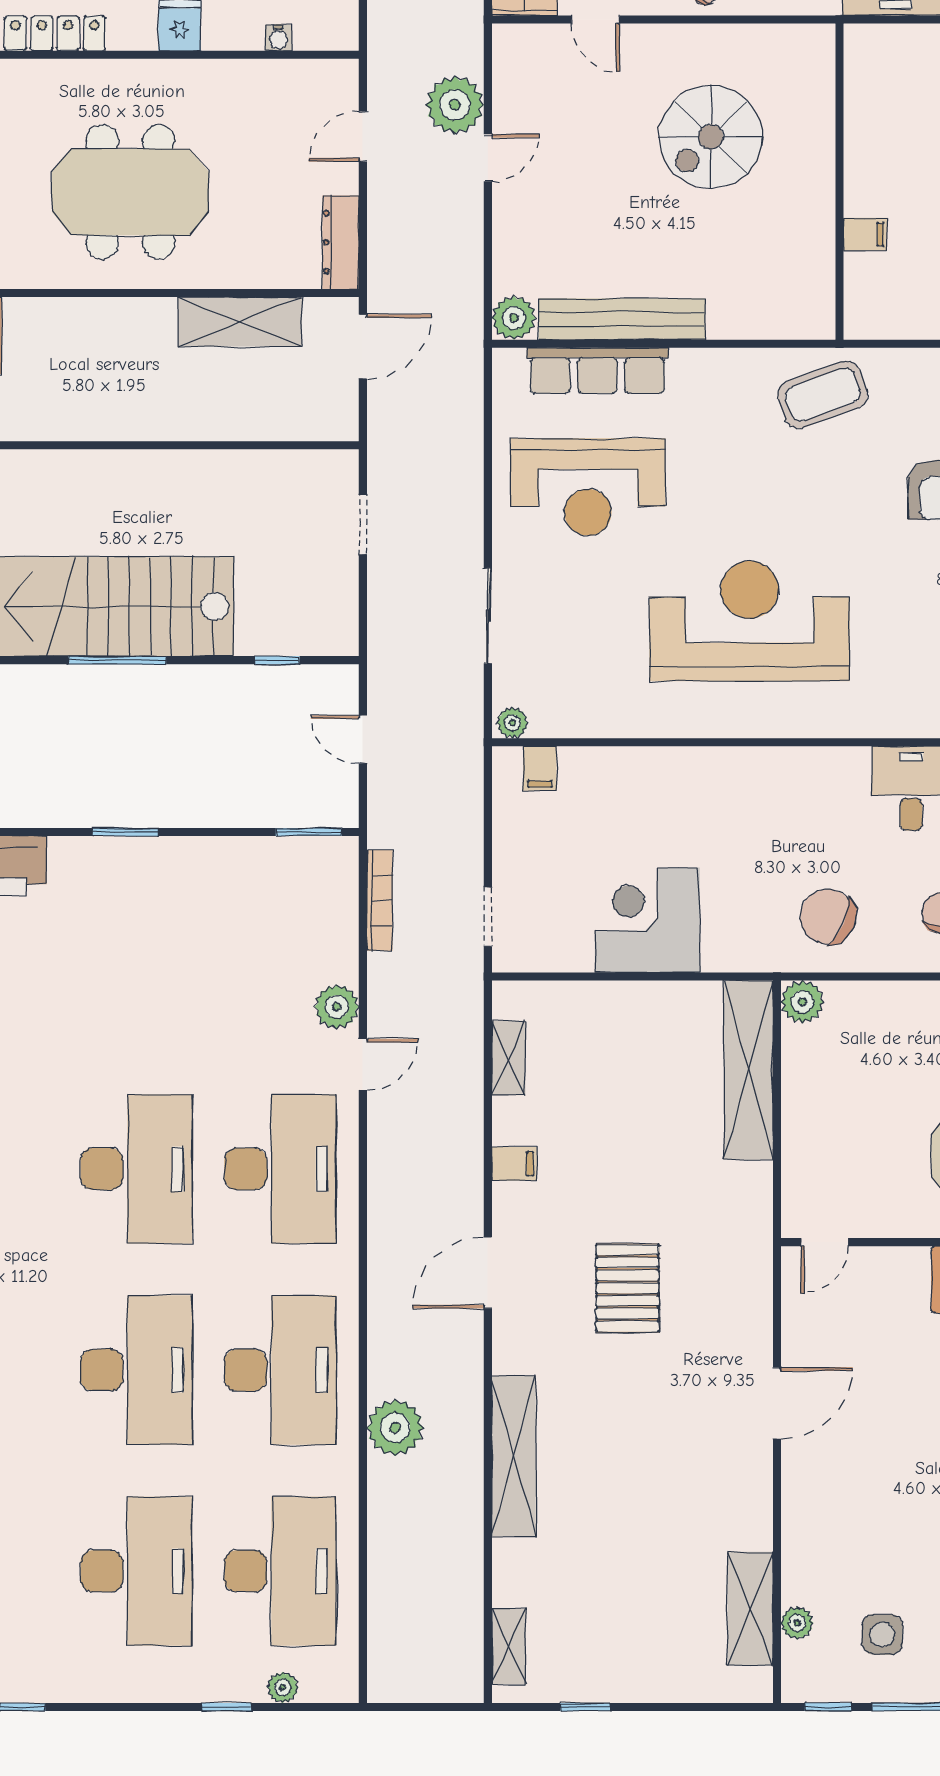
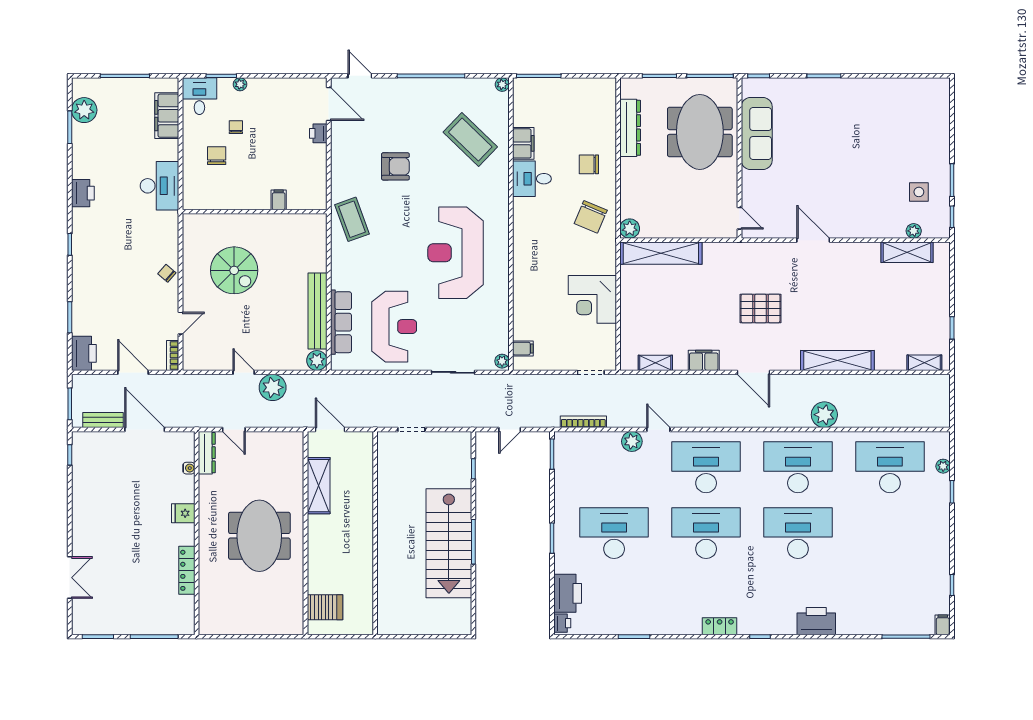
plant: (455, 105) -> (273, 387), moved
dresser: (341, 242) -> (207, 453), moved, turned -90
filing cabinet: (514, 1164) -> (704, 360), width x2.00
desk: (136, 1571) -> (614, 533), moved

